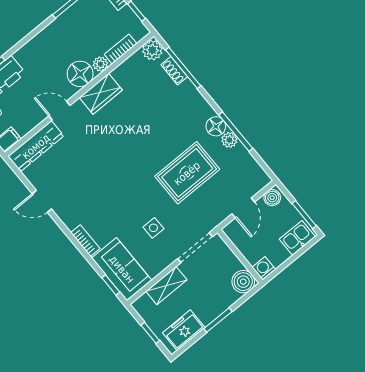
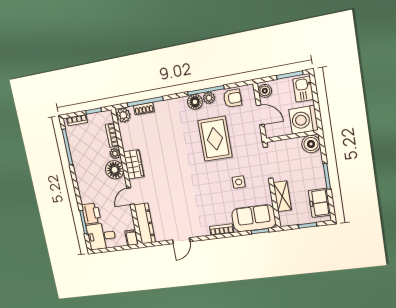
armchair: (244, 167) -> (232, 98), added
washing machine: (264, 268) -> (303, 120), width x1.89, depth x1.89

